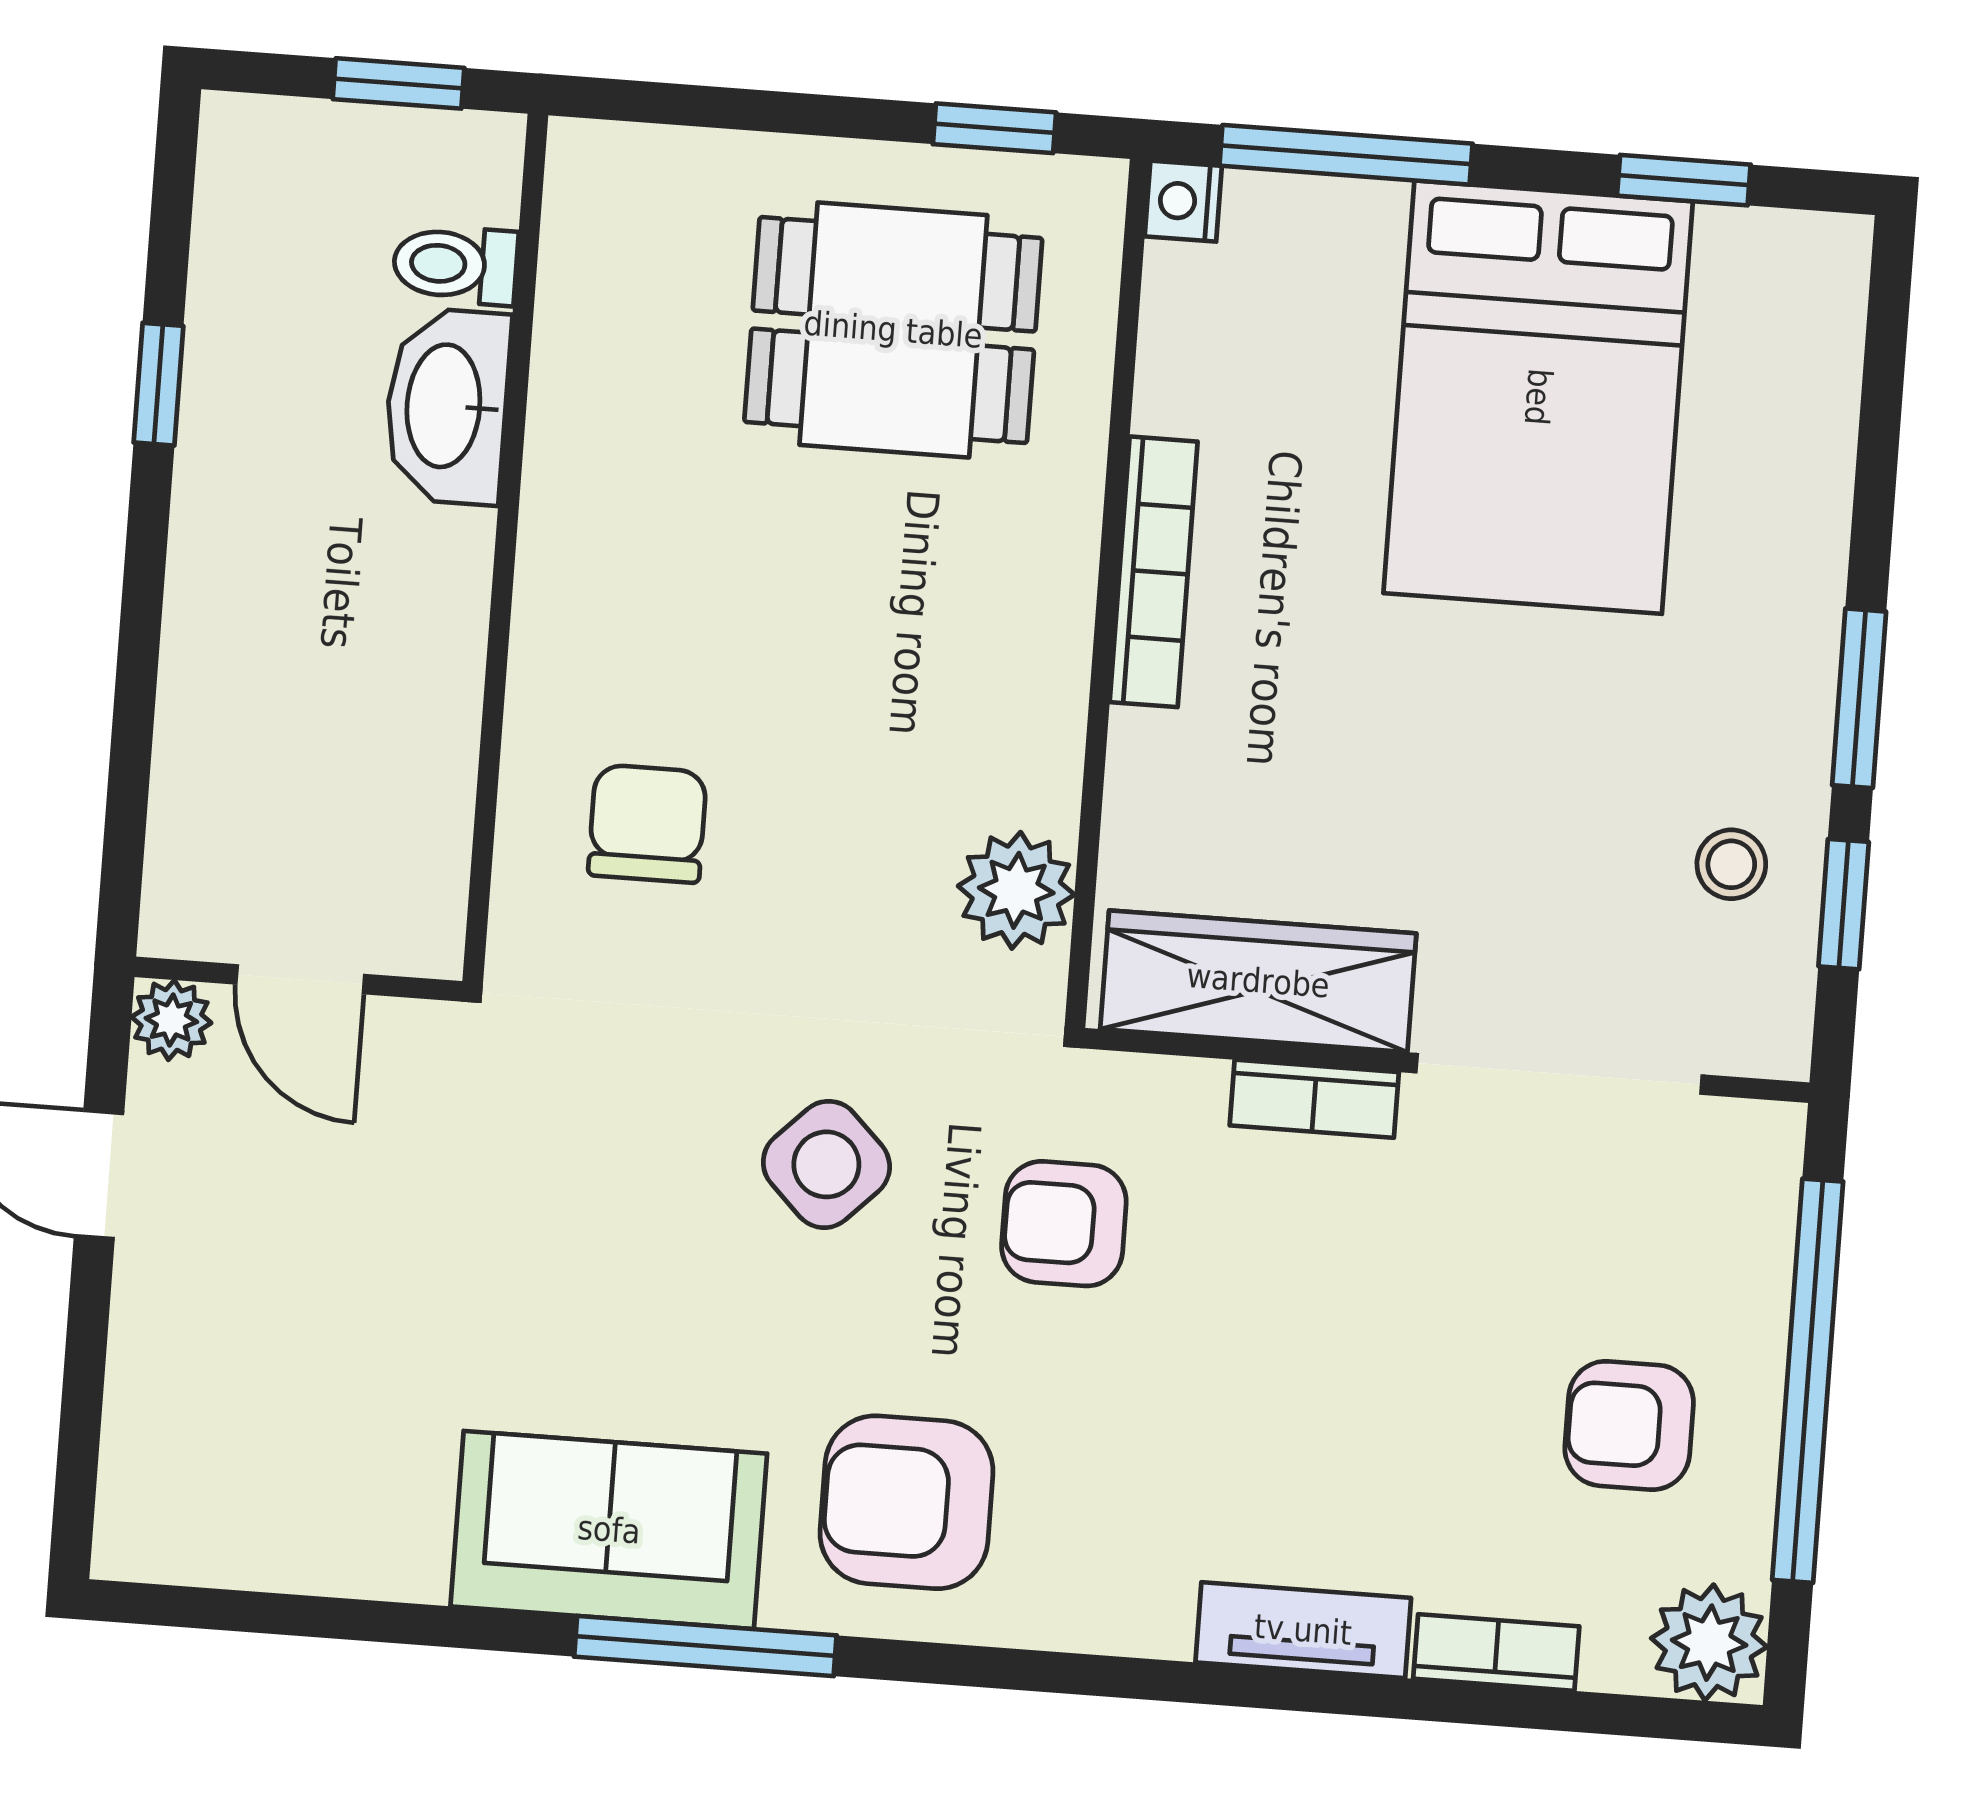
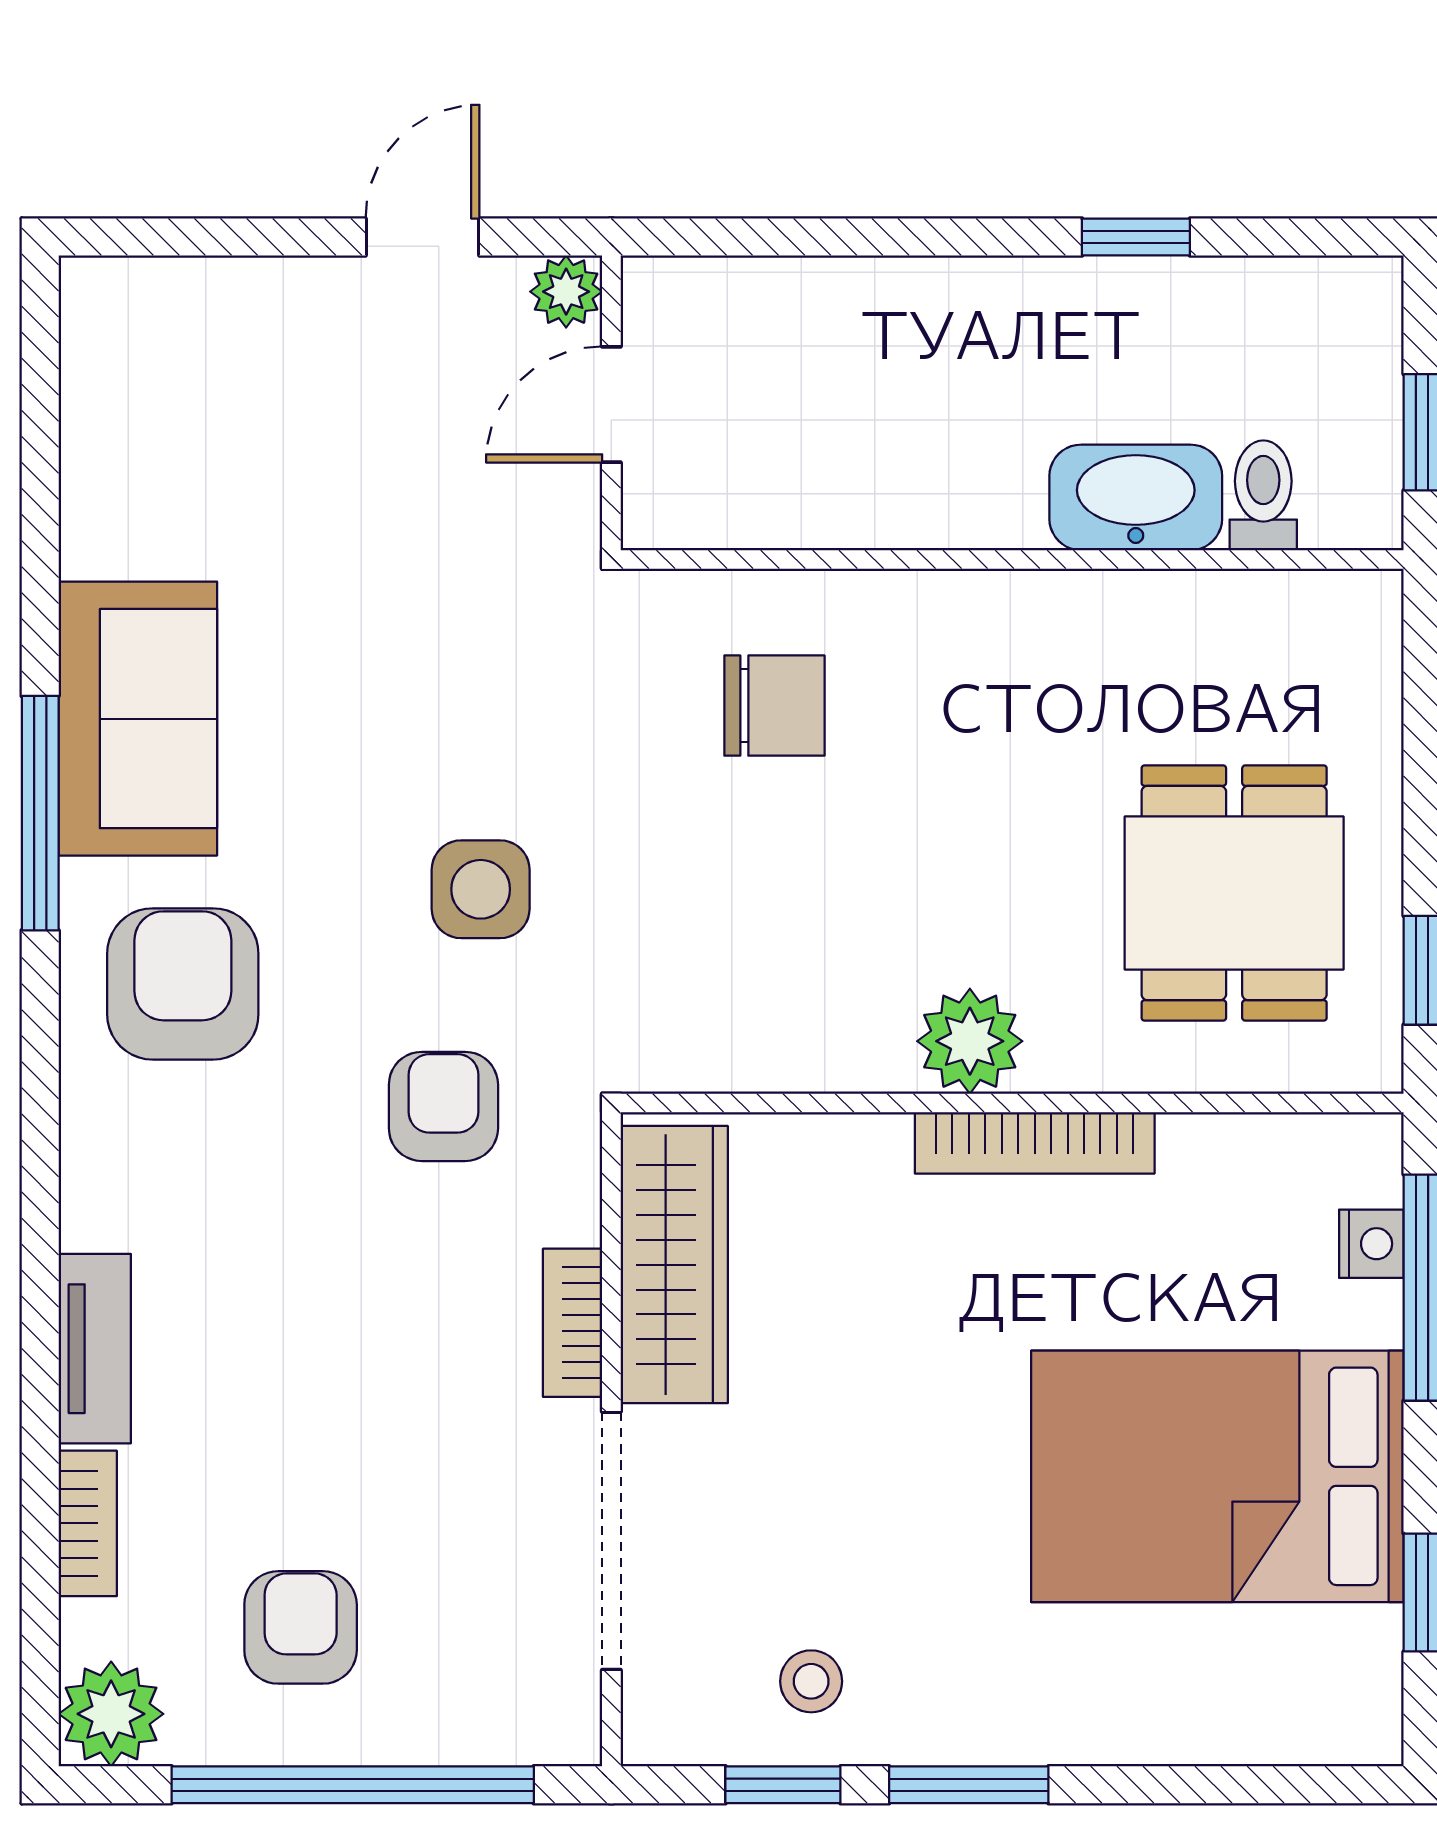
nightstand: (1183, 201) -> (1371, 1244), moved, turned 90
plant: (1016, 890) -> (970, 1041), moved
side table: (826, 1164) -> (481, 889), turned 45

